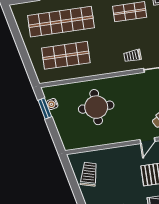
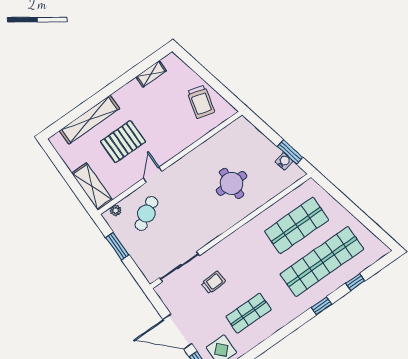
trolley: (133, 56) -> (213, 282), moved
round table: (96, 107) -> (232, 183), width x0.73, depth x0.73

